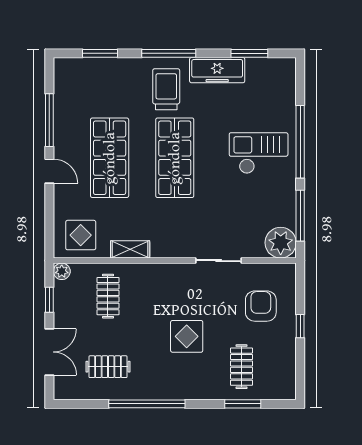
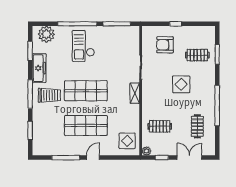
trolley: (166, 89) -> (49, 95), turned 180
plant: (281, 243) -> (46, 34), moved
shelving: (130, 249) -> (135, 93), moved

